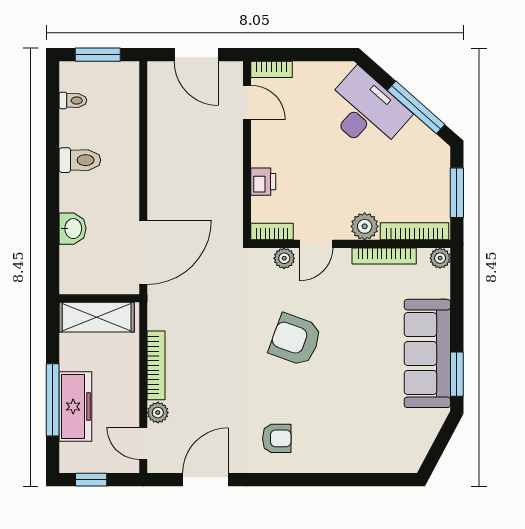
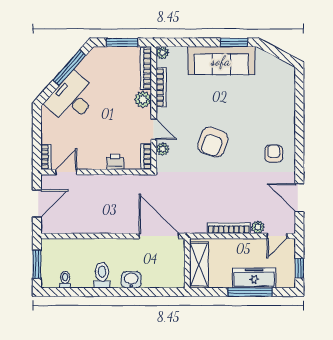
washbasin: (72, 229) -> (131, 280), moved

